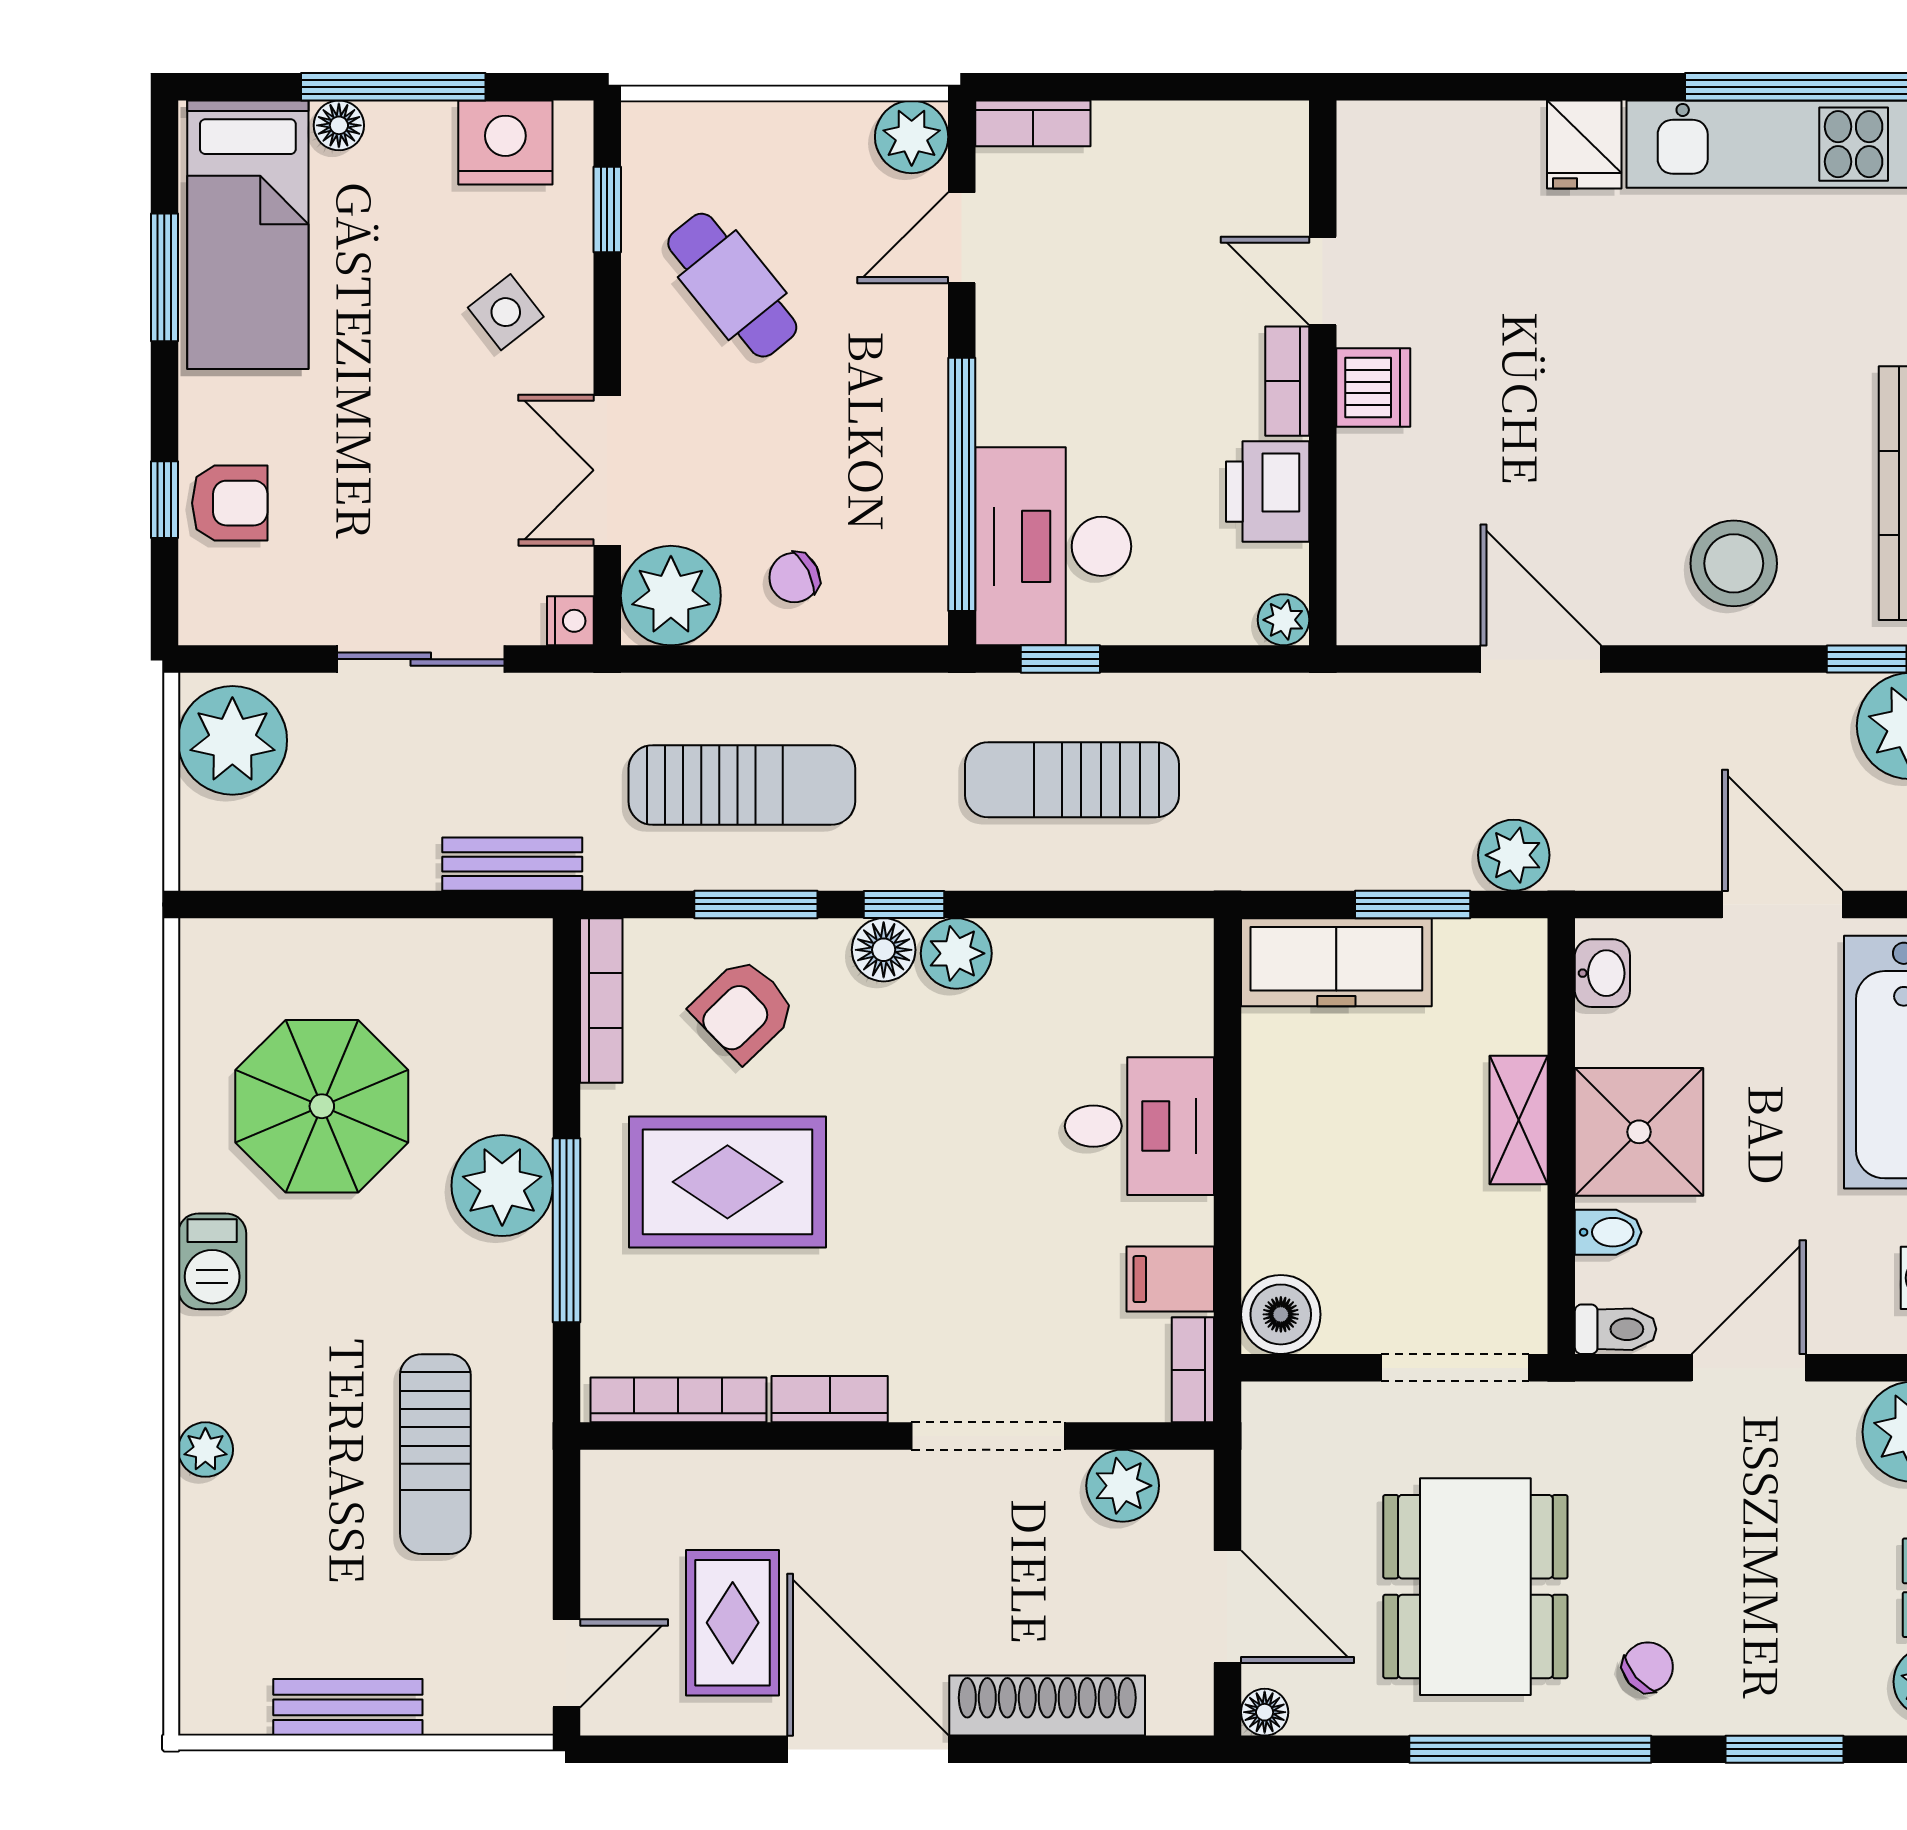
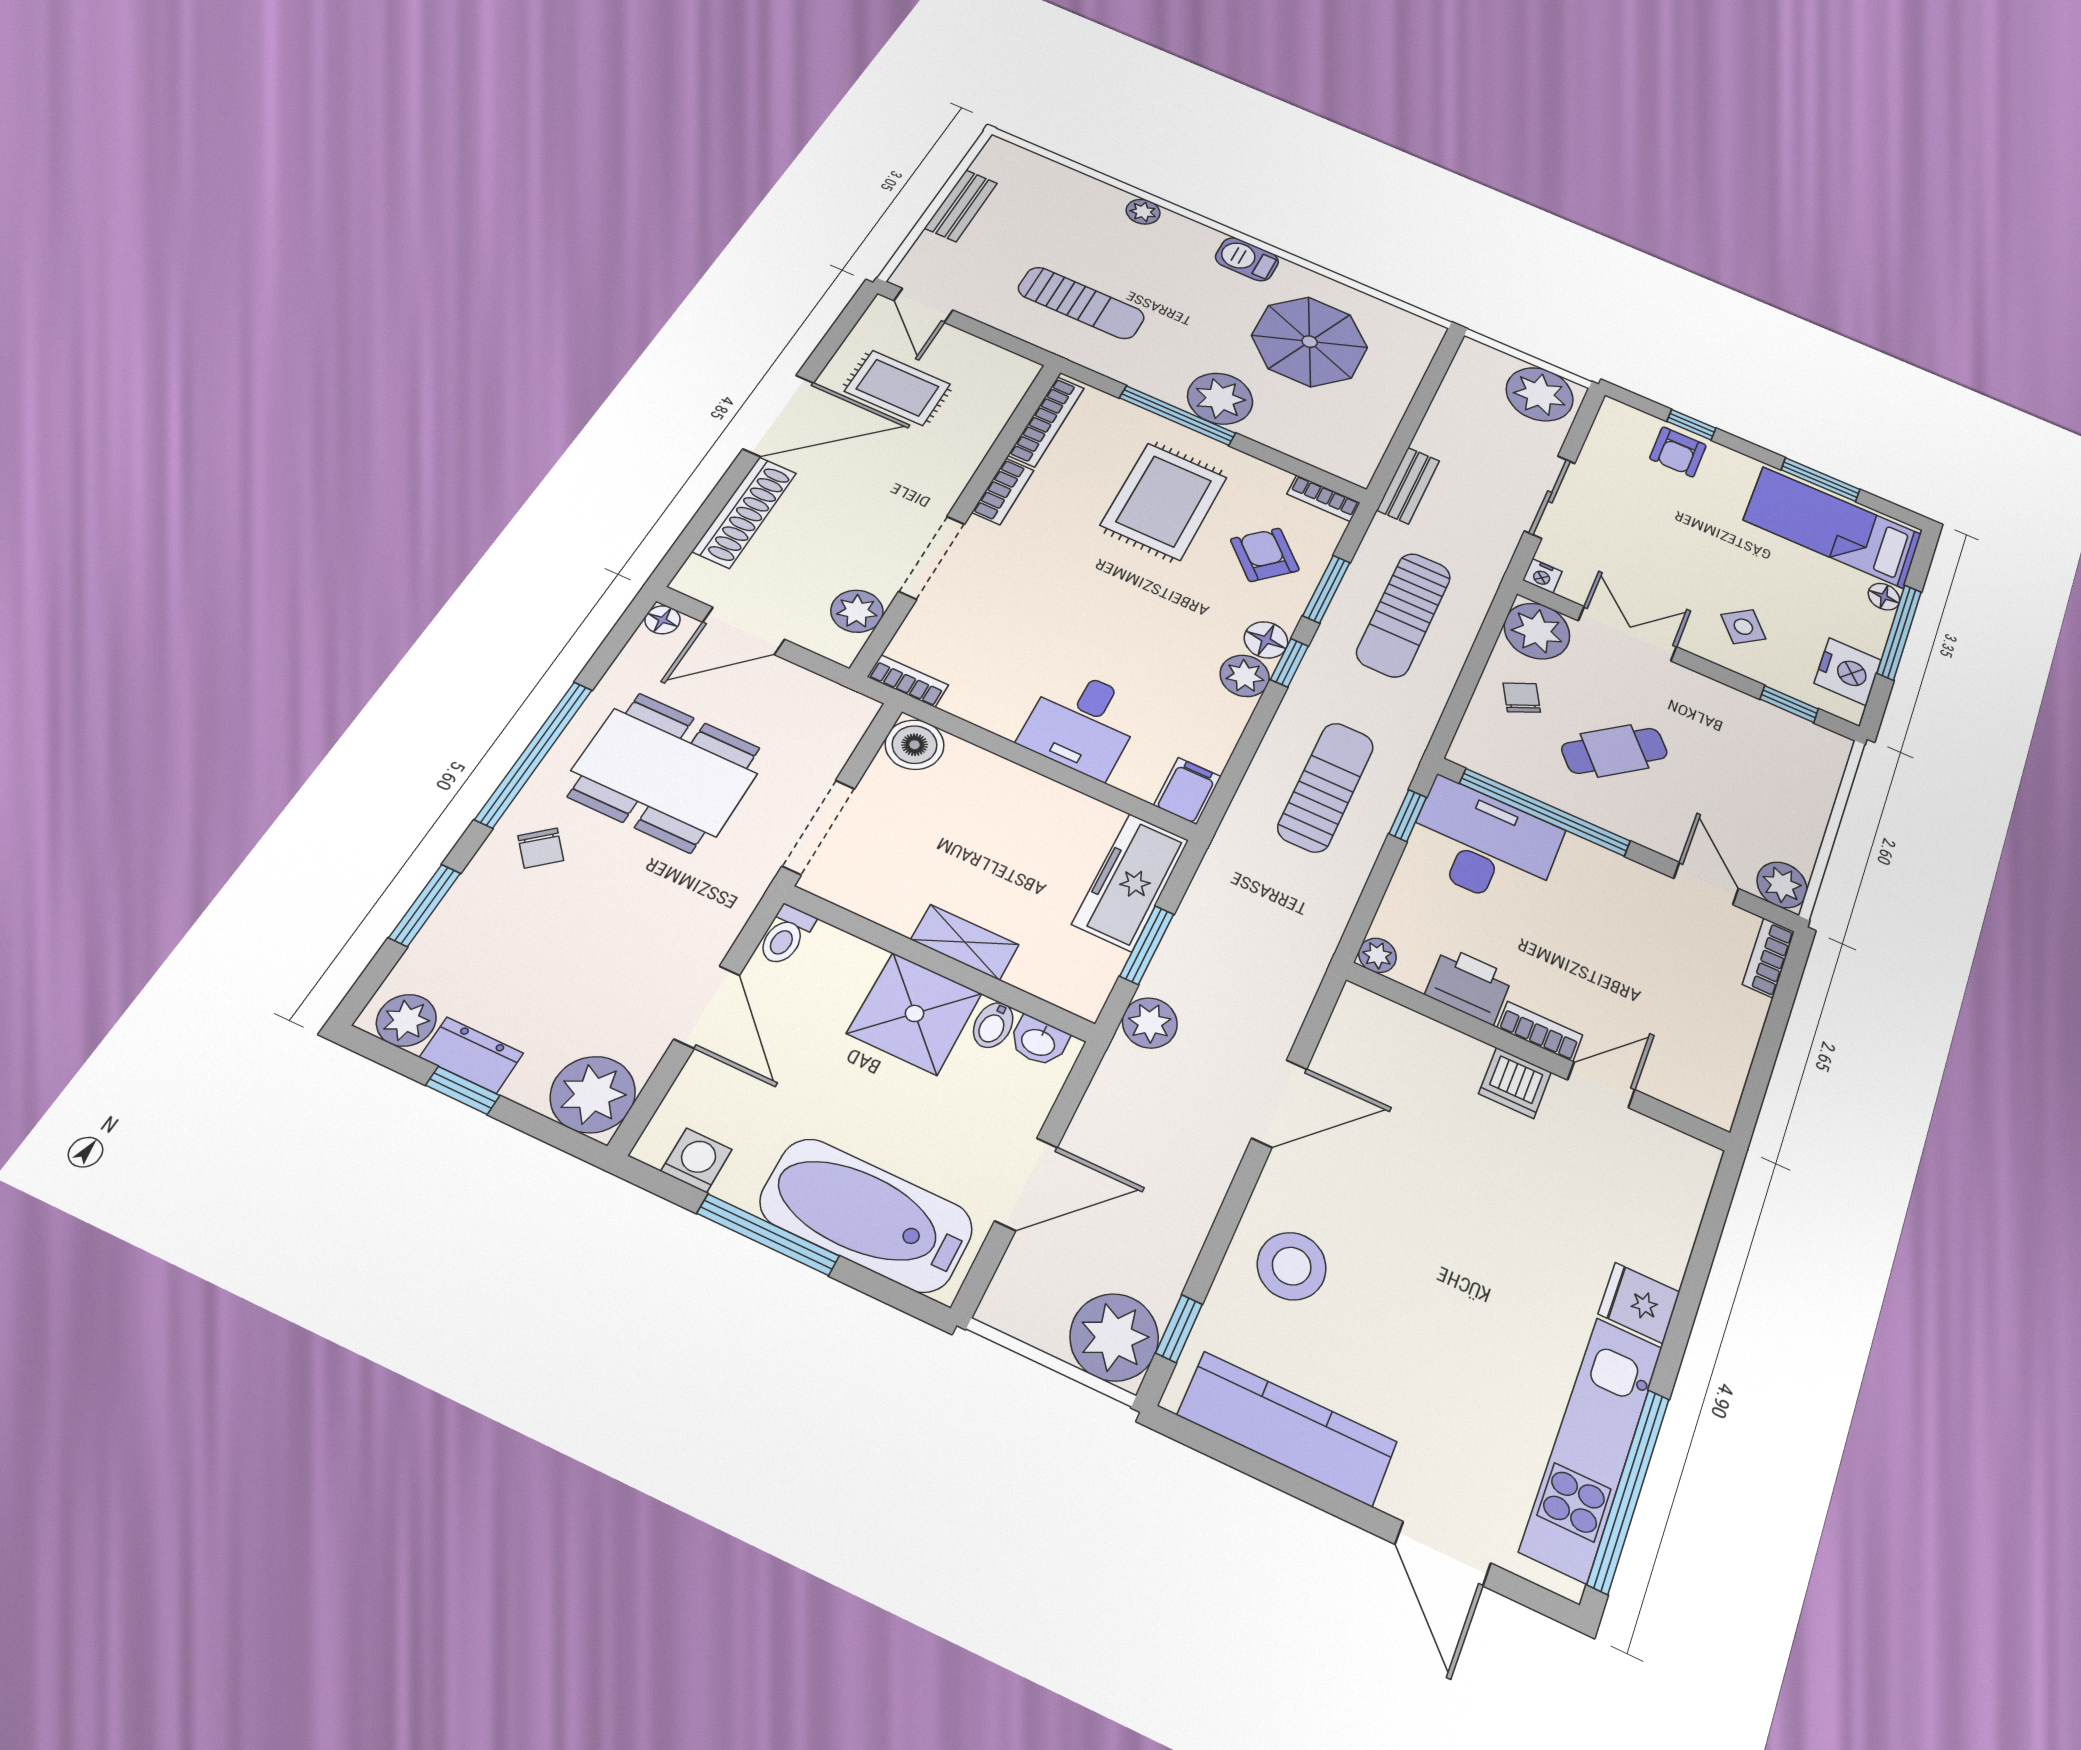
cafe table: (732, 285) -> (1614, 751), moved
bookcase: (601, 1000) -> (1324, 498), width x0.64
bidet: (1608, 1232) -> (993, 1025), moved
filing cabinet: (1170, 1279) -> (1187, 791), moved
sun lounger: (435, 1454) -> (1081, 303), turned 180

